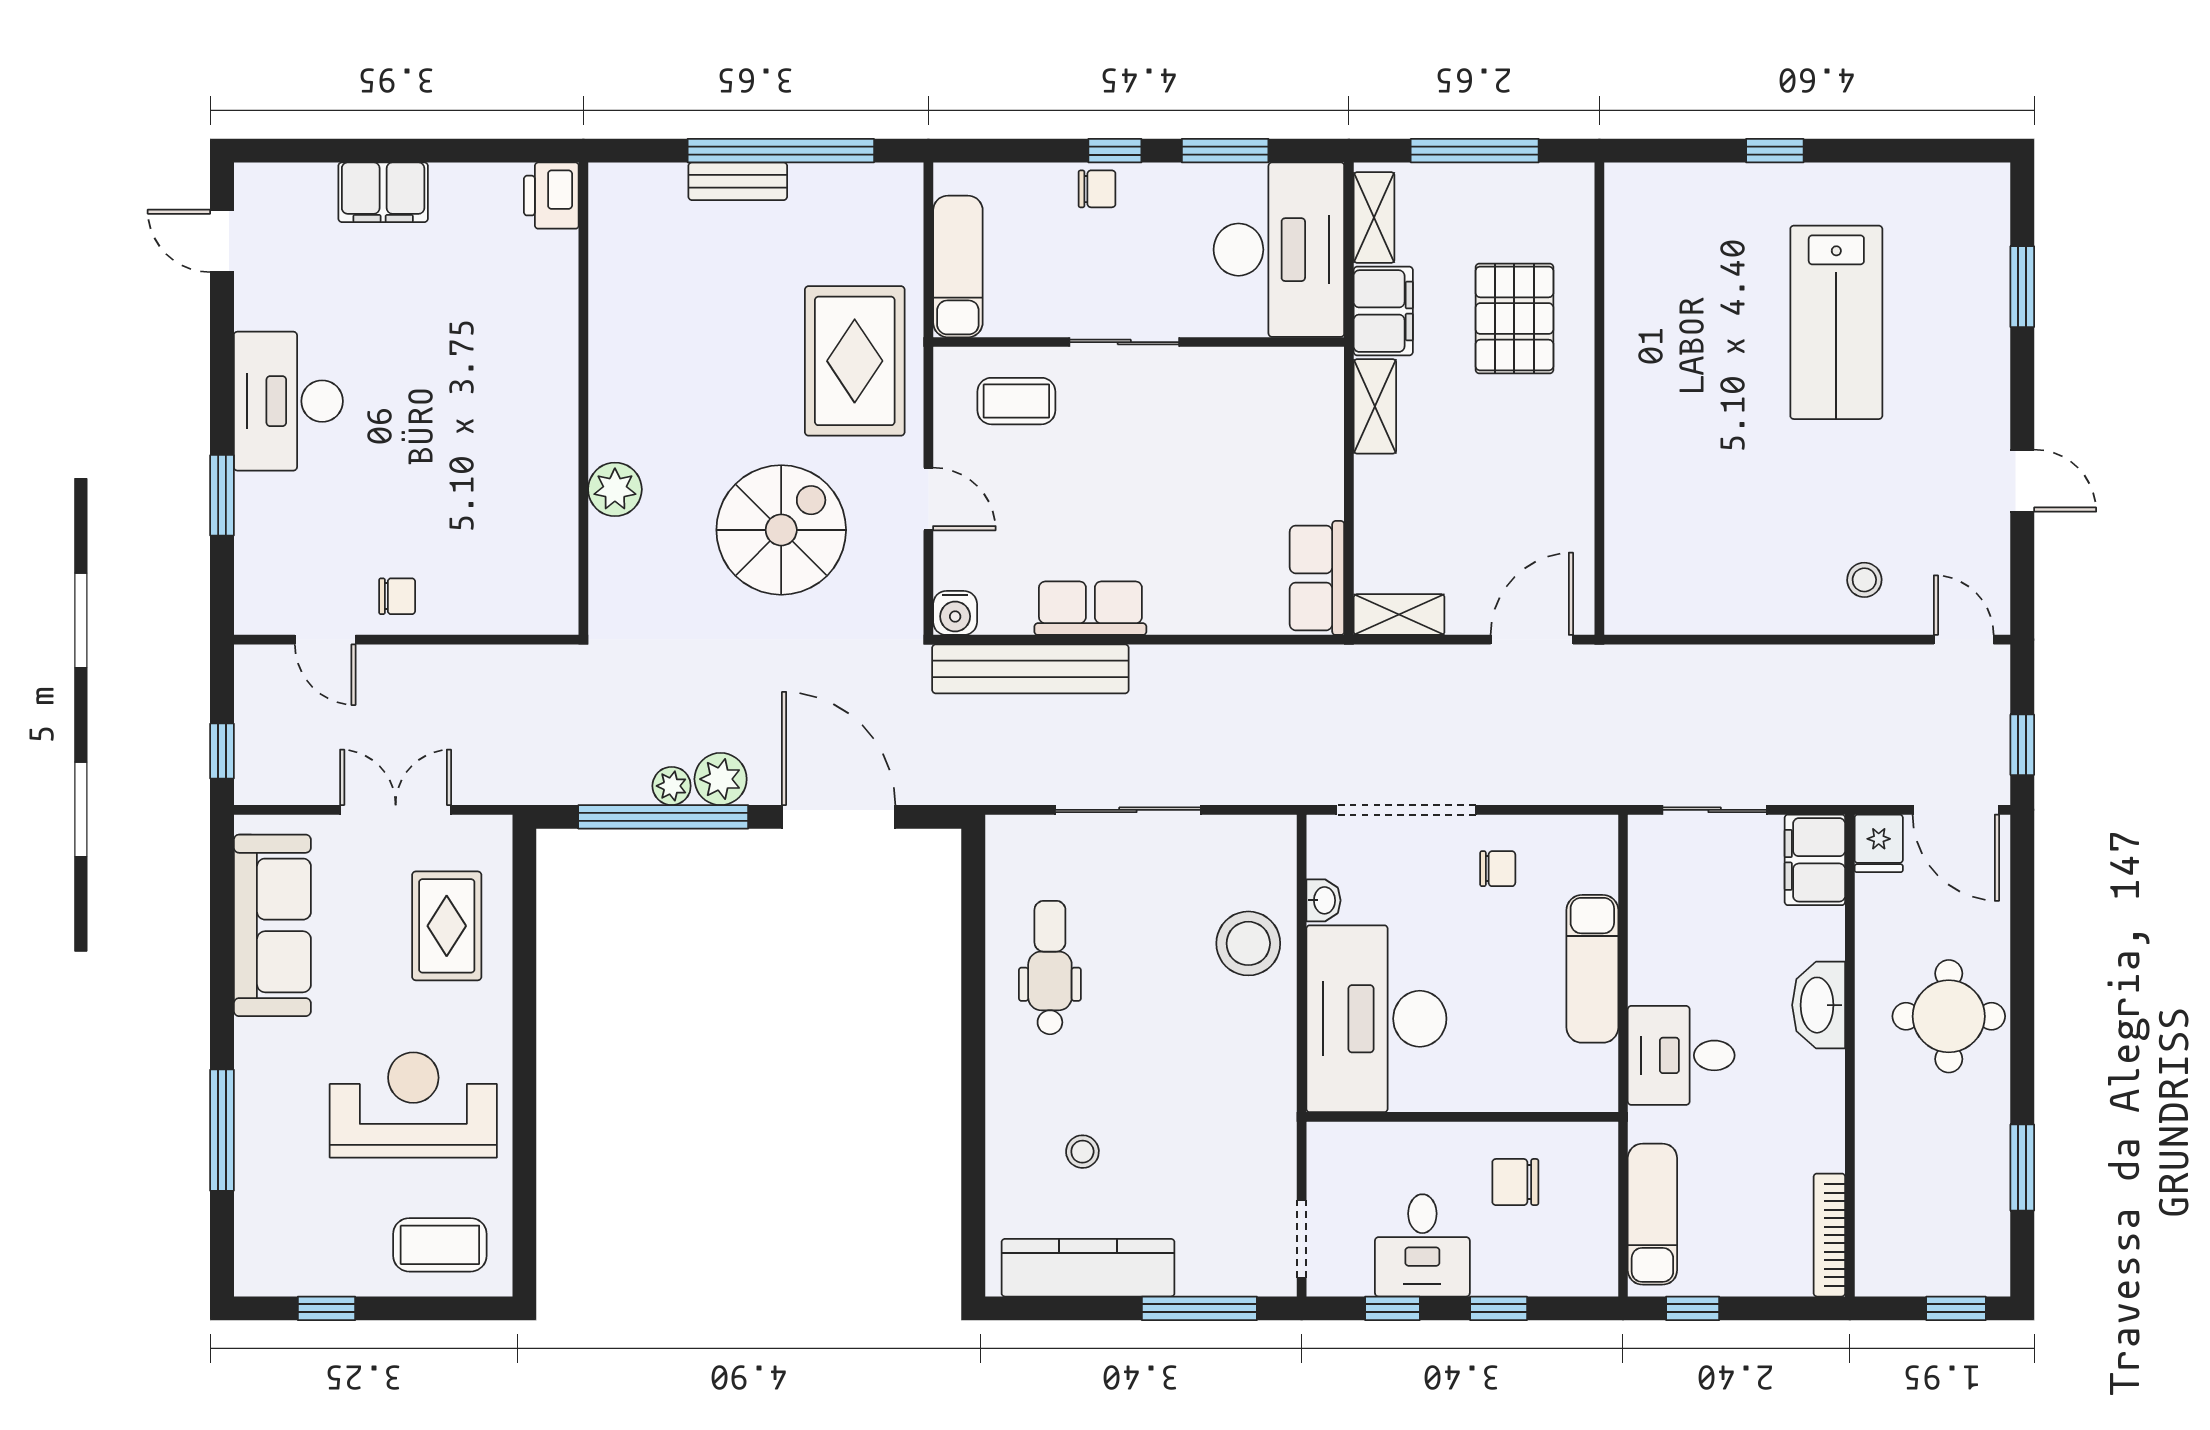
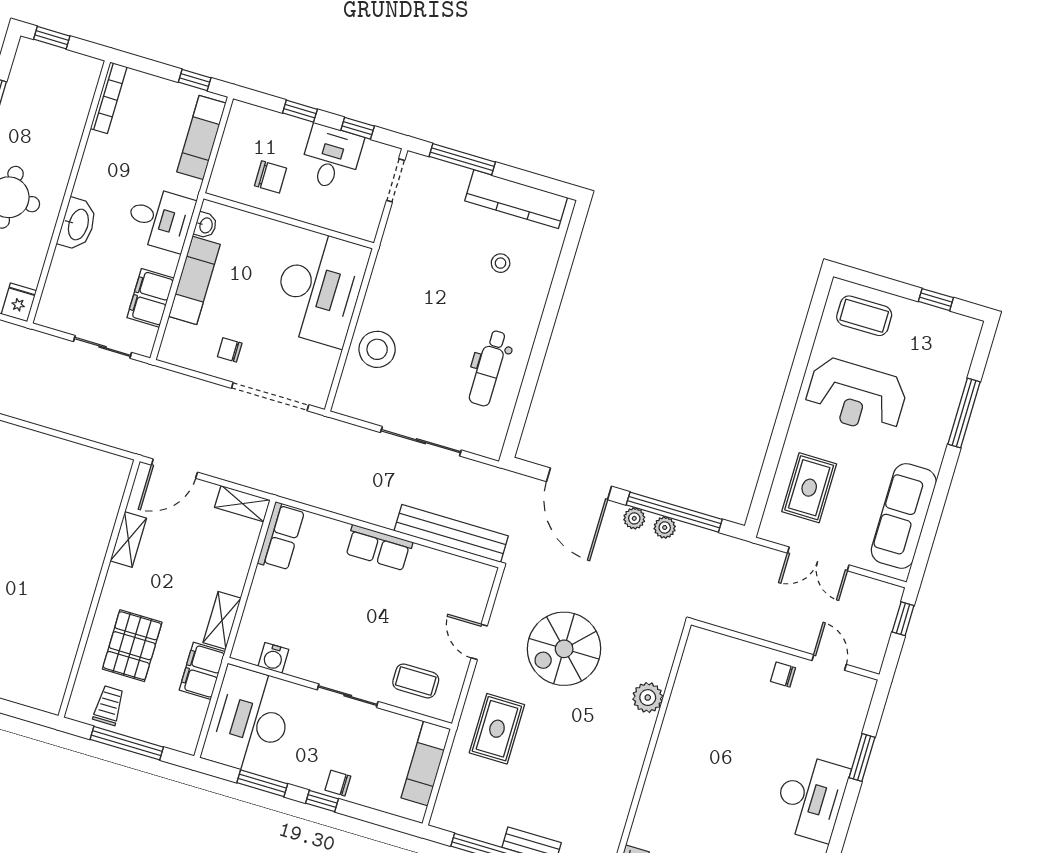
trolley: (1524, 205) -> (109, 706), added
shelving: (1374, 218) -> (128, 539), moved
rug: (855, 361) -> (497, 729), width x0.73, depth x0.70
row of seats: (1090, 608) -> (379, 548), moved
water cooler: (955, 613) -> (273, 658), moved, turned 180
plant: (721, 779) -> (634, 518), width x0.73, depth x0.73
filing cabinet: (1815, 860) -> (151, 298), moved, turned 180
washbasin: (1323, 900) -> (206, 225), moved, turned 180

